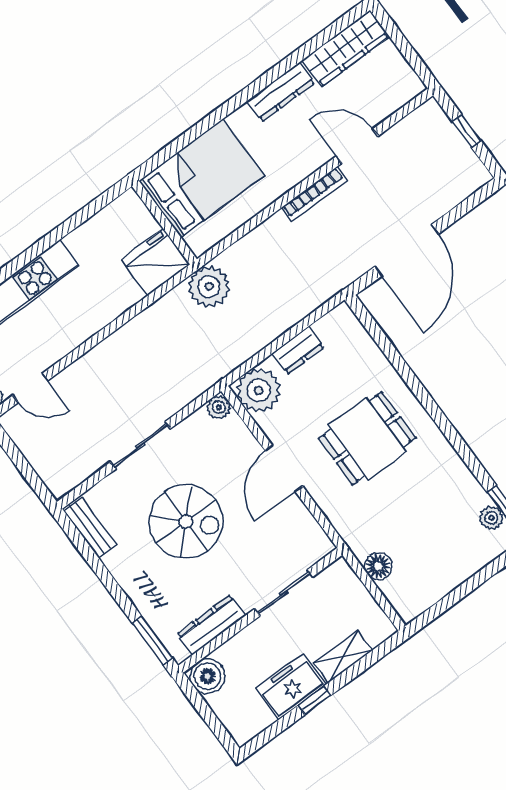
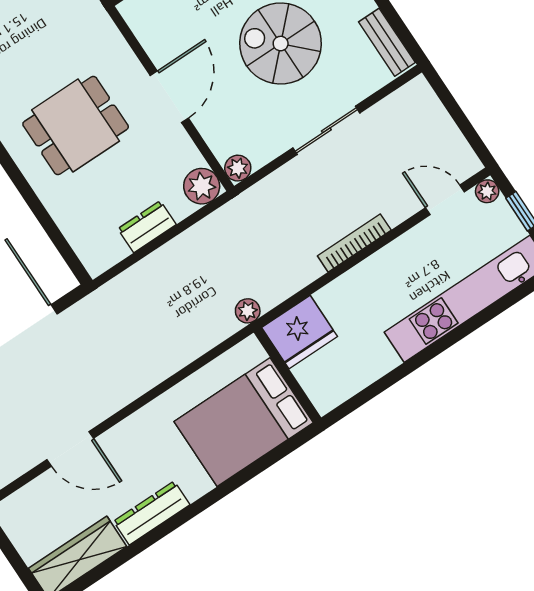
bookcase: (314, 194) -> (354, 243), moved
plant: (209, 287) -> (248, 311), width x0.53, depth x0.53
plant: (259, 390) -> (202, 186), width x0.73, depth x0.73

